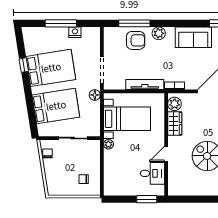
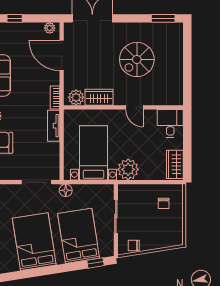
window: (24, 65) -> (95, 263), moved
tv unit: (145, 85) -> (54, 126), width x0.71
plant: (108, 144) -> (128, 169), width x1.87, depth x1.87
desk: (152, 173) -> (170, 123), moved
wardrobe: (117, 189) -> (175, 164), added
window: (147, 199) -> (187, 130), removed

